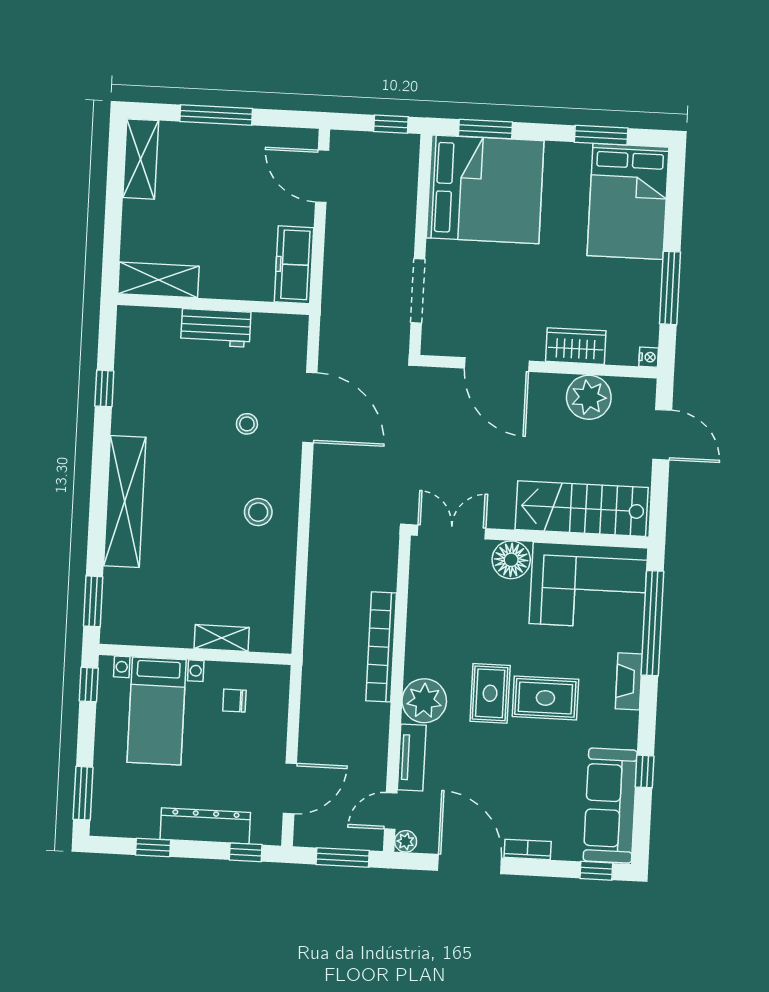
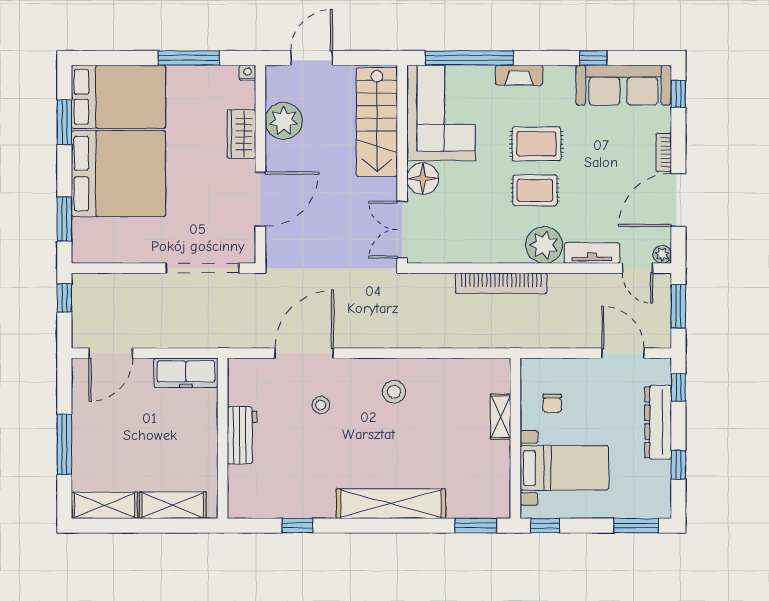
bed: (485, 189) -> (118, 174), moved, turned 90
shelving: (158, 280) -> (173, 505), moved, turned 90
doorway: (418, 291) -> (202, 268), width x1.36
rug: (545, 698) -> (536, 144), turned 90

